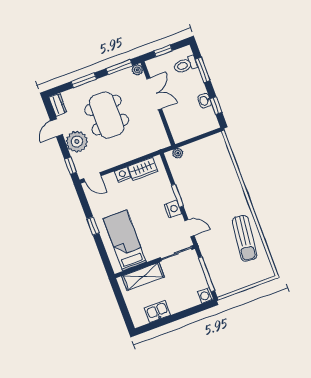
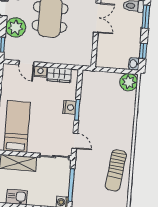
washbasin: (205, 101) -> (134, 64), moved
plant: (178, 153) -> (129, 82), moved, width x1.88, depth x1.88
door: (92, 177) -> (26, 63), moved
nightstand: (173, 209) -> (69, 107), moved

